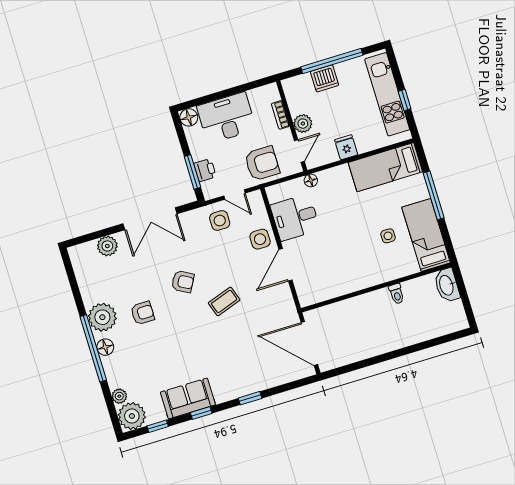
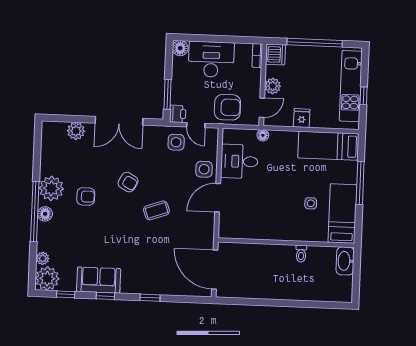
dishwasher: (325, 78) -> (275, 54), moved, turned -90
bookcase: (280, 115) -> (257, 56), moved
printer: (205, 170) -> (178, 114), moved

